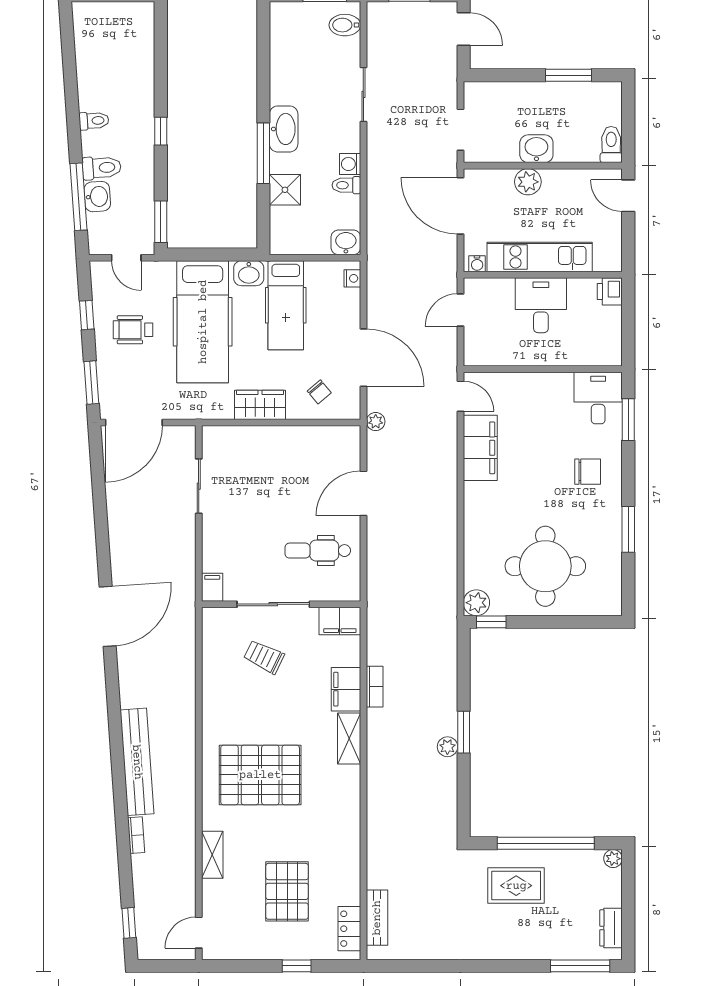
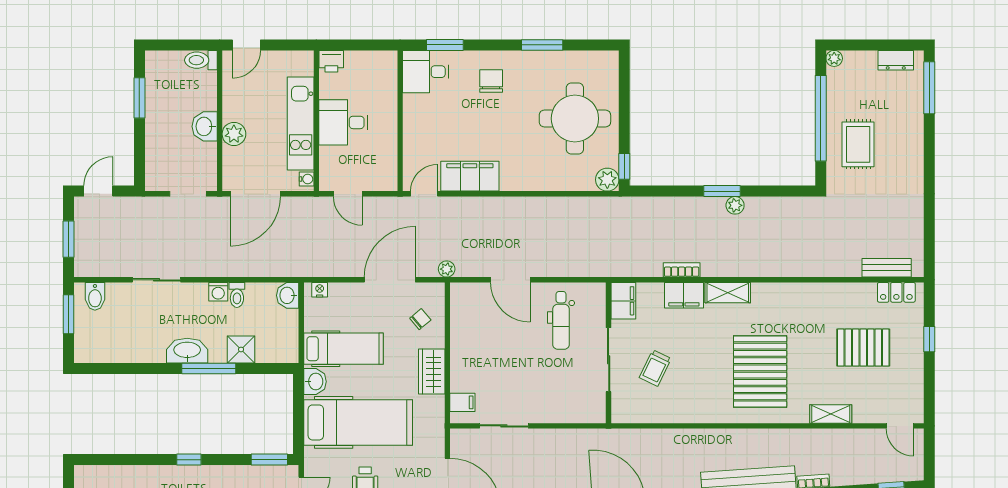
filing cabinet: (212, 587) -> (462, 402), moved, turned 180

